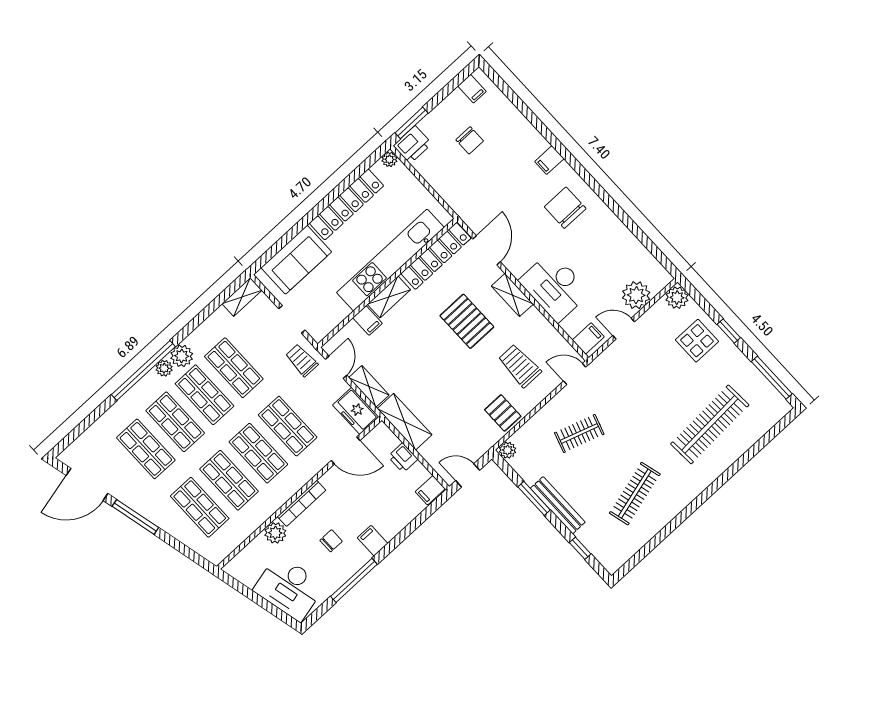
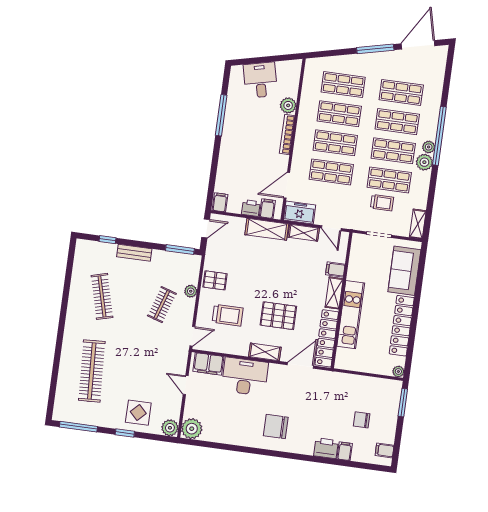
printer: (413, 145) -> (326, 448), moved, turned 90
filing cabinet: (549, 160) -> (345, 451), moved
chair: (565, 208) -> (276, 426), turned 180
door: (487, 250) -> (300, 365), swing flipped
kitchen unit: (390, 260) -> (351, 315), width x0.73
plant: (636, 295) -> (192, 429), moved
door: (624, 329) -> (186, 385), swing flipped
filing cabinet: (588, 338) -> (208, 364), width x2.00
trolley: (302, 360) -> (382, 203), moved
plant: (508, 450) -> (191, 291), moved
window: (534, 498) -> (180, 250), moved
bench: (558, 505) -> (134, 253), width x0.73
chair: (331, 541) -> (253, 127), removed
filing cabinet: (373, 541) -> (267, 209), moved, turned -90
desk: (289, 588) -> (260, 80), width x0.73

